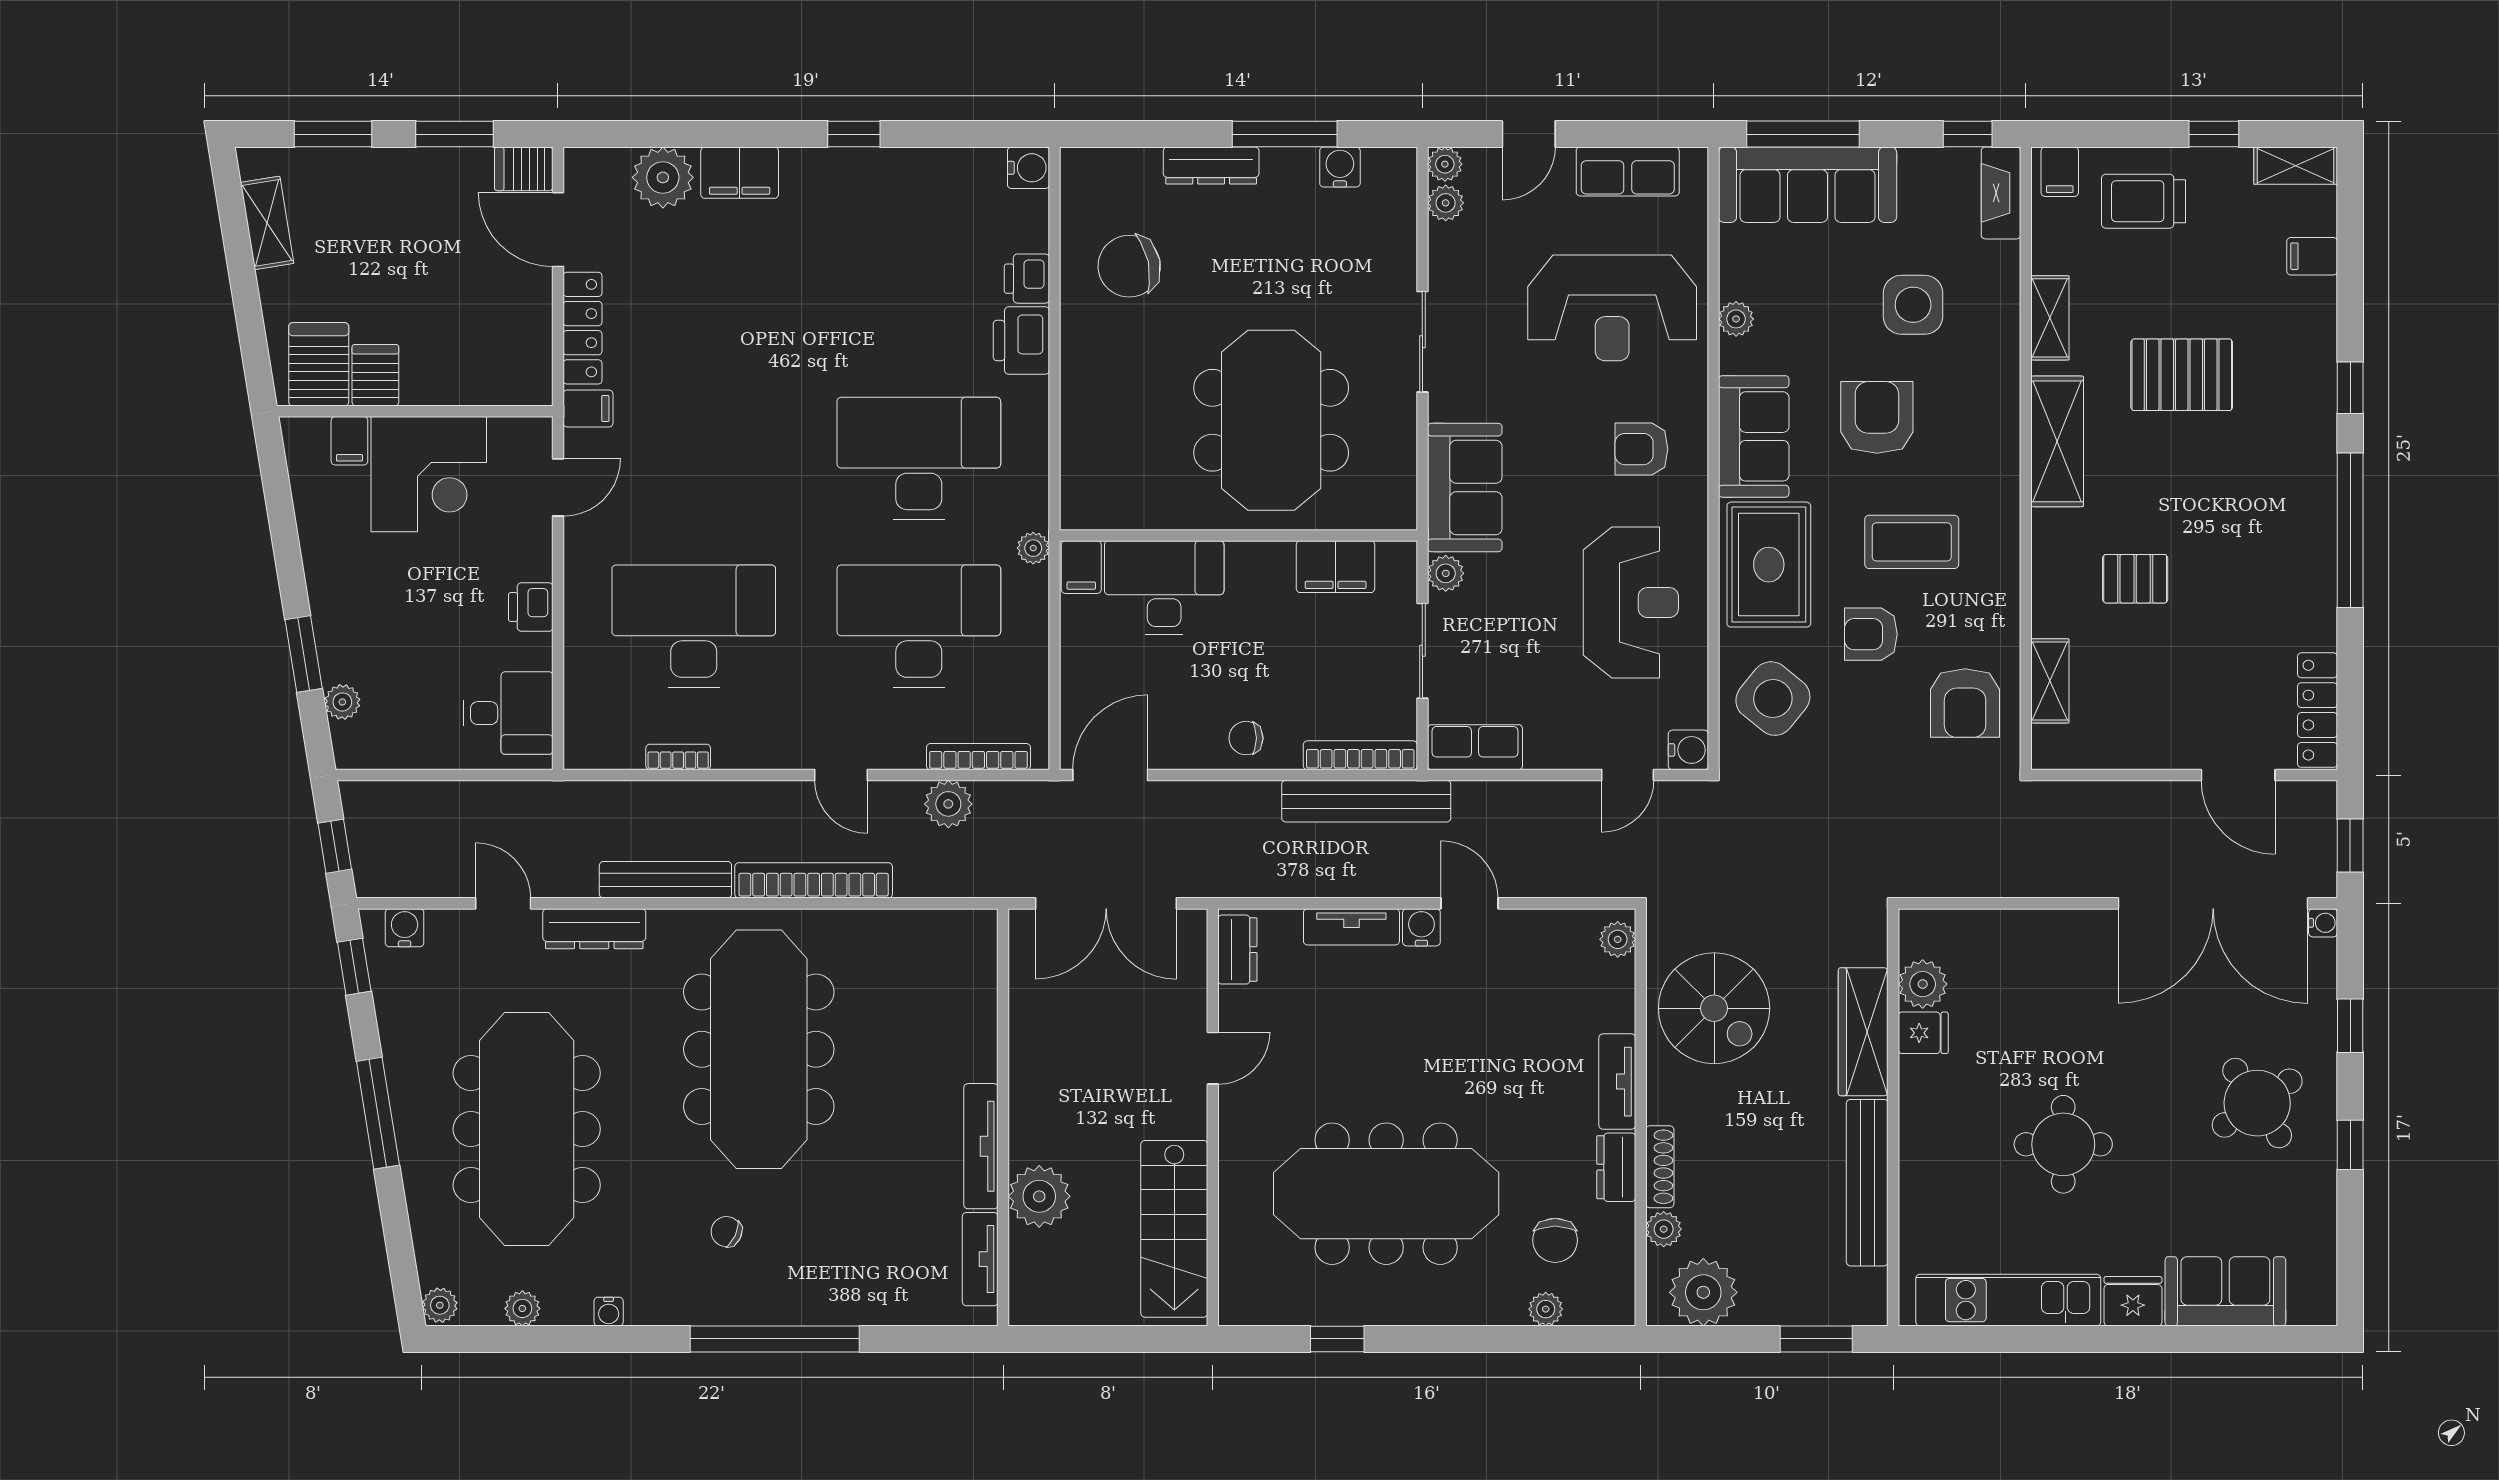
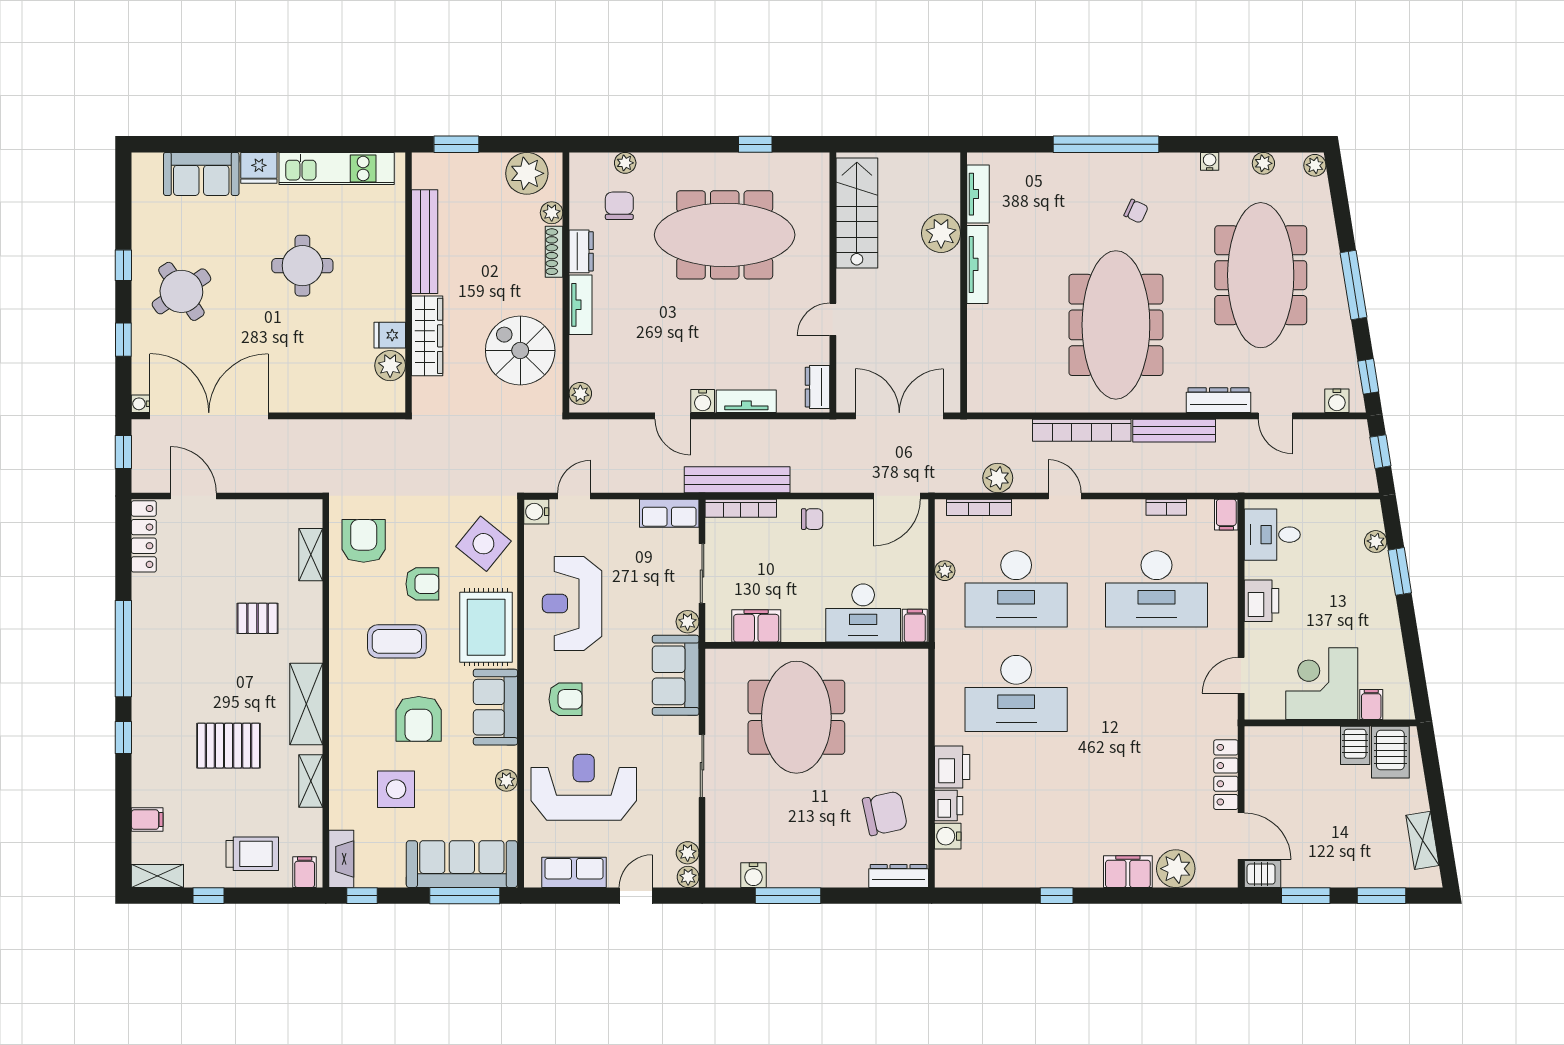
dresser: (1211, 166) -> (899, 876), moved
water cooler: (1028, 168) -> (948, 836), moved
filing cabinet: (588, 408) -> (1226, 515), moved, turned -90
plant: (1033, 548) -> (945, 571), moved
printer: (531, 607) -> (1261, 601), width x1.36, depth x1.24

